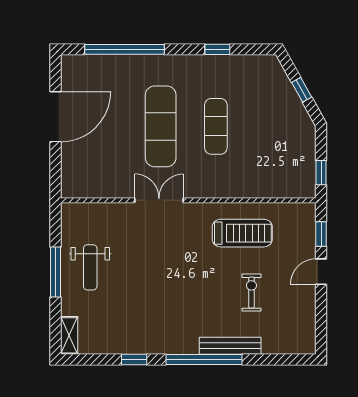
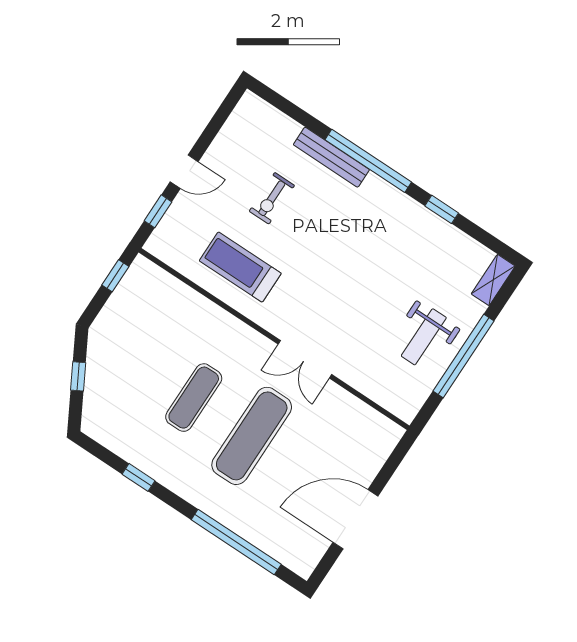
weight bench: (90, 267) -> (424, 337), turned 180
window: (56, 272) -> (463, 356), width x1.46

